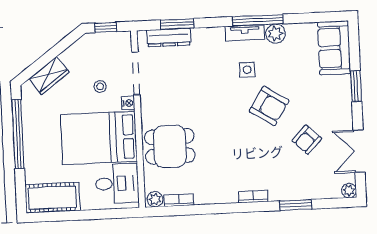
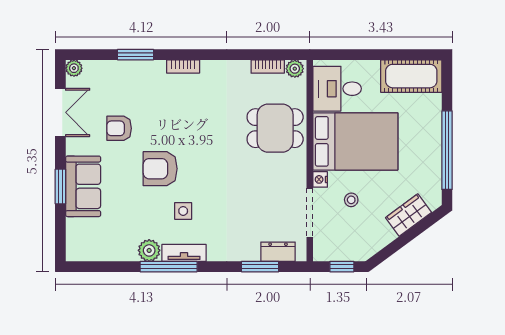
dresser: (169, 37) -> (278, 252), width x0.70
sofa: (334, 48) -> (83, 186), moved
armchair: (269, 106) -> (160, 169), turned -33
armchair: (307, 140) -> (119, 128), turned -134

